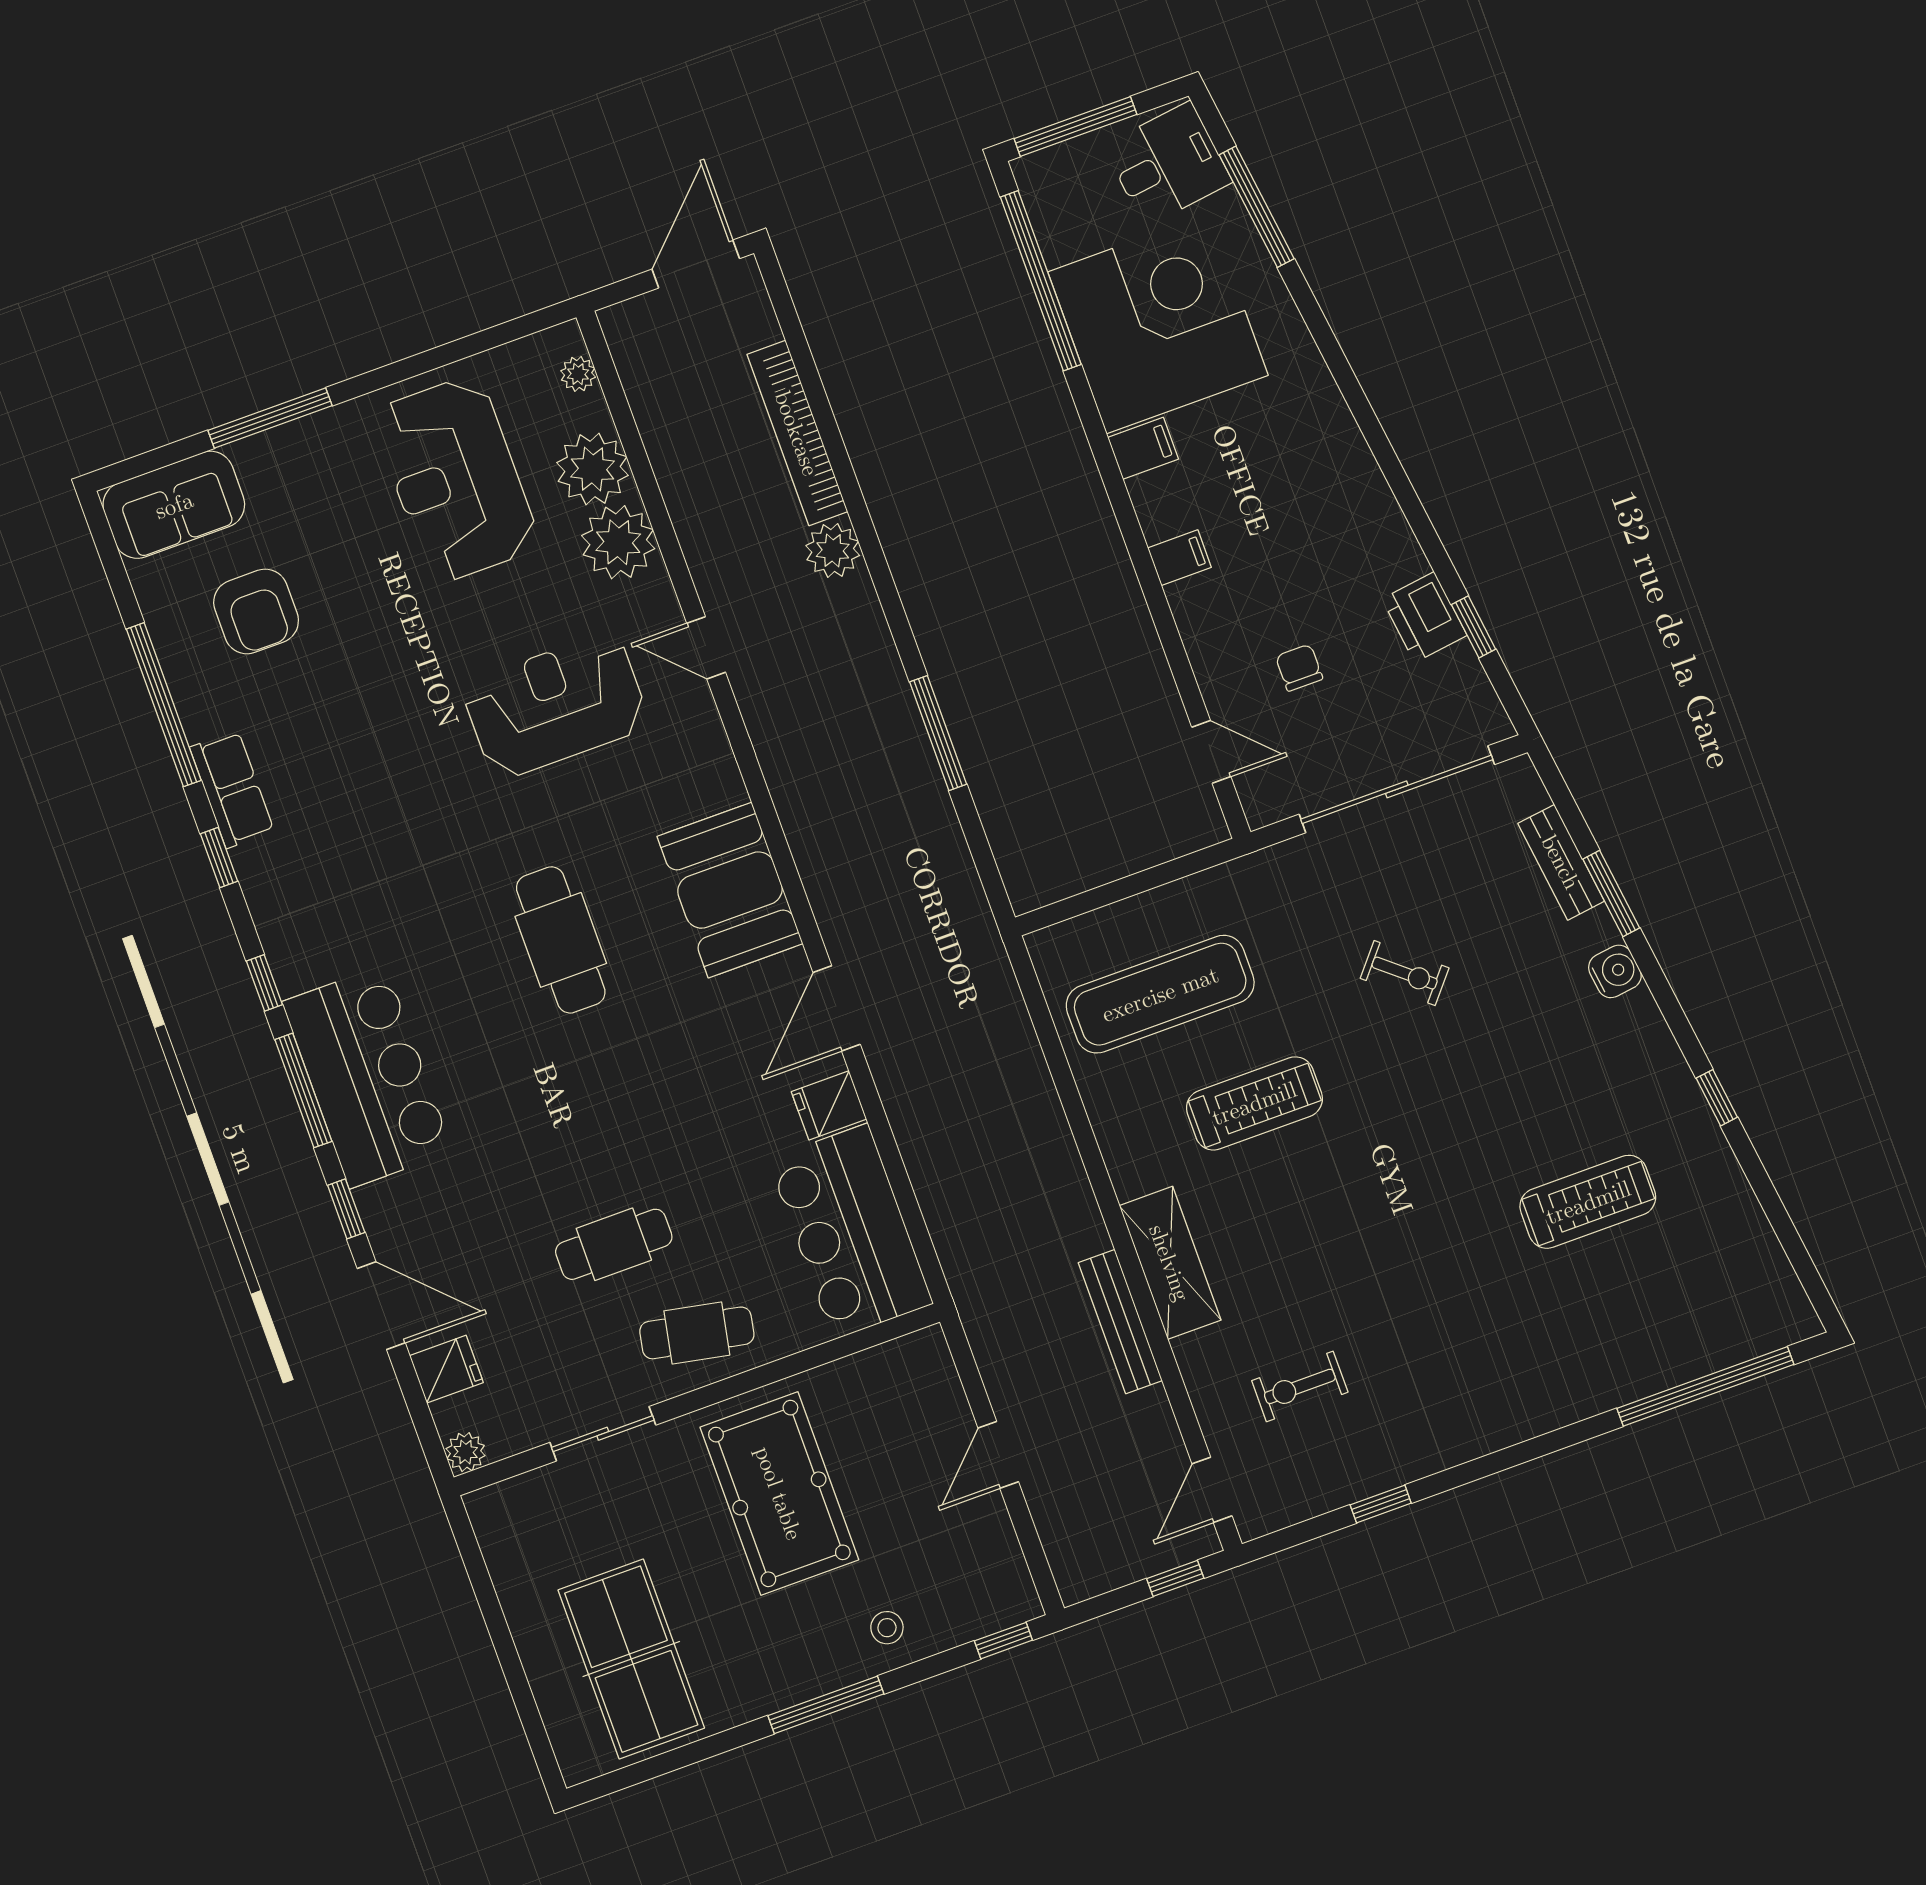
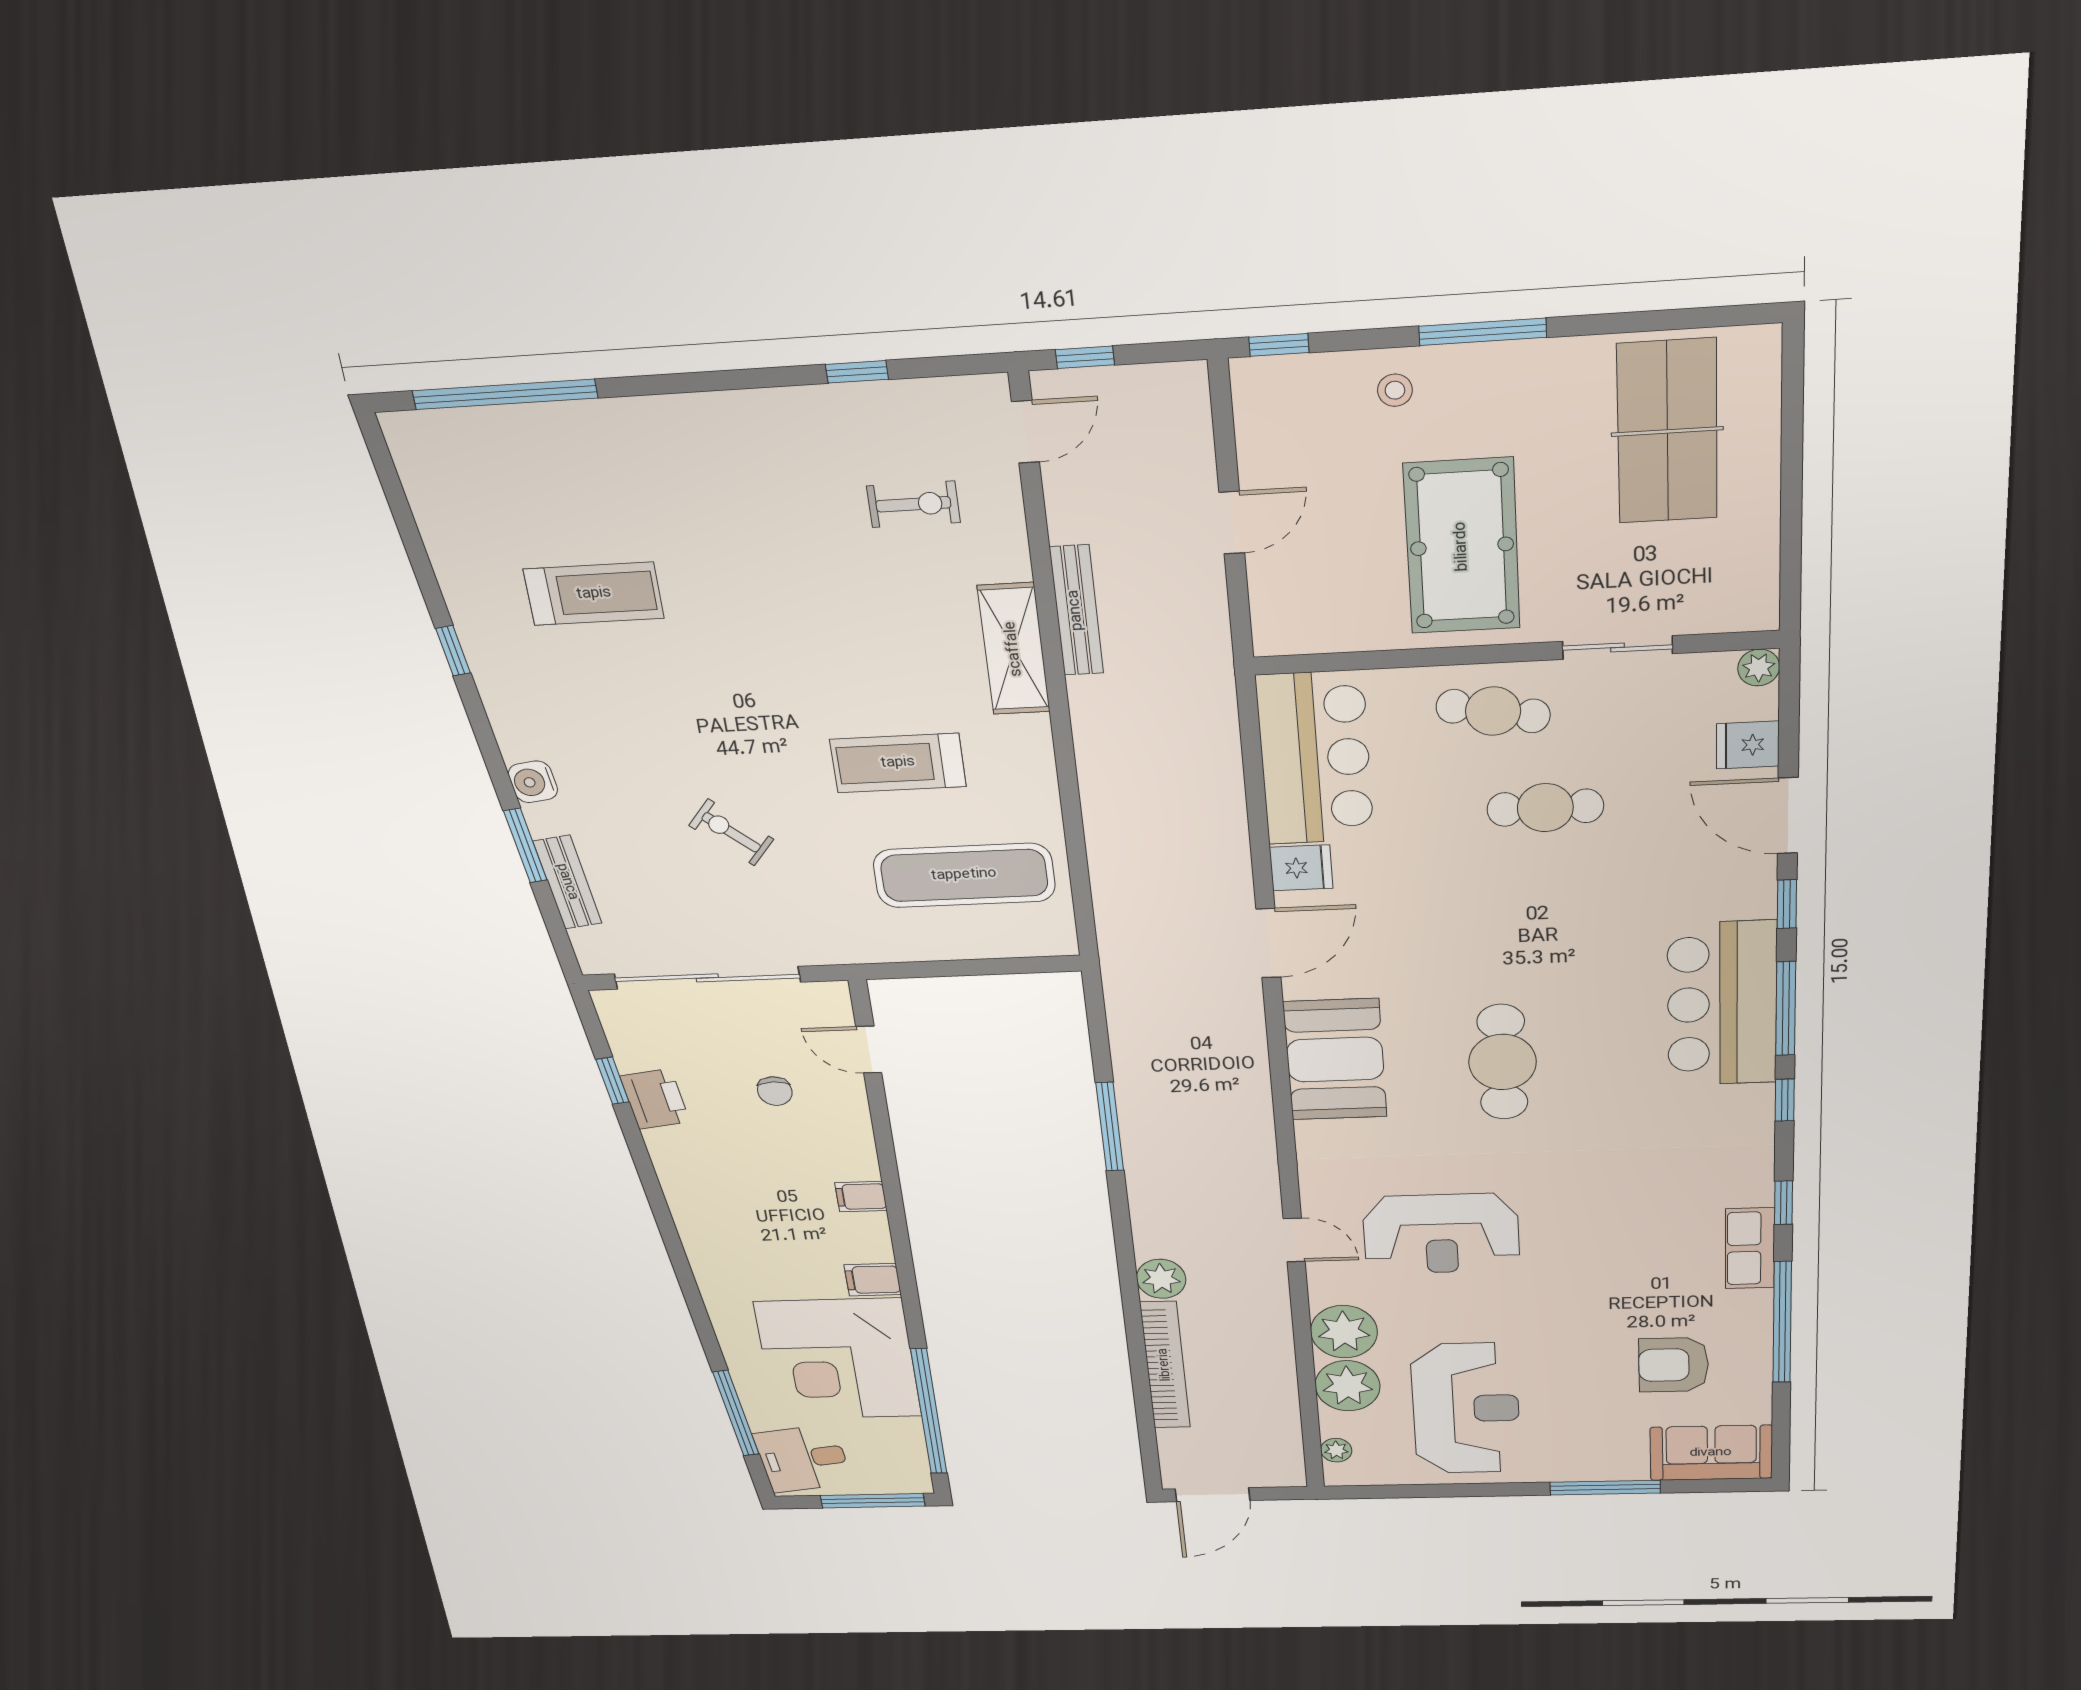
armchair: (256, 611) -> (1674, 1365), turned -90
treadmill: (1588, 1202) -> (594, 594), turned 180

